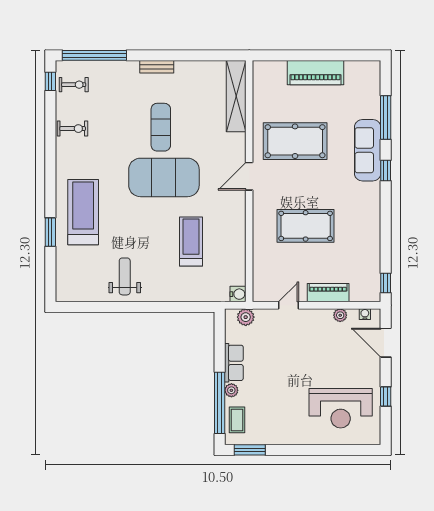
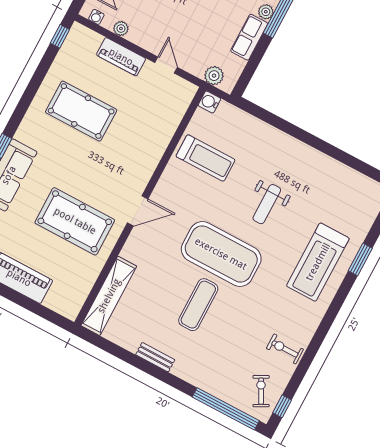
bench: (157, 67) -> (155, 357), moved
exercise bike: (74, 85) -> (261, 391), turned 62
pool table: (306, 226) -> (81, 111), moved
treadmill: (191, 242) -> (206, 158), moved, turned -90
weight bench: (125, 276) -> (267, 204), moved
door: (289, 305) -> (166, 65), swing flipped

